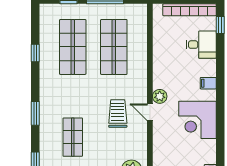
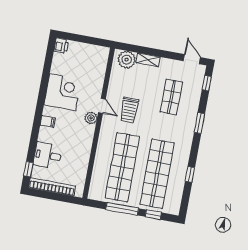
shop shelf: (73, 47) -> (157, 174), width x1.40
shop shelf: (114, 47) -> (122, 167), width x1.40

